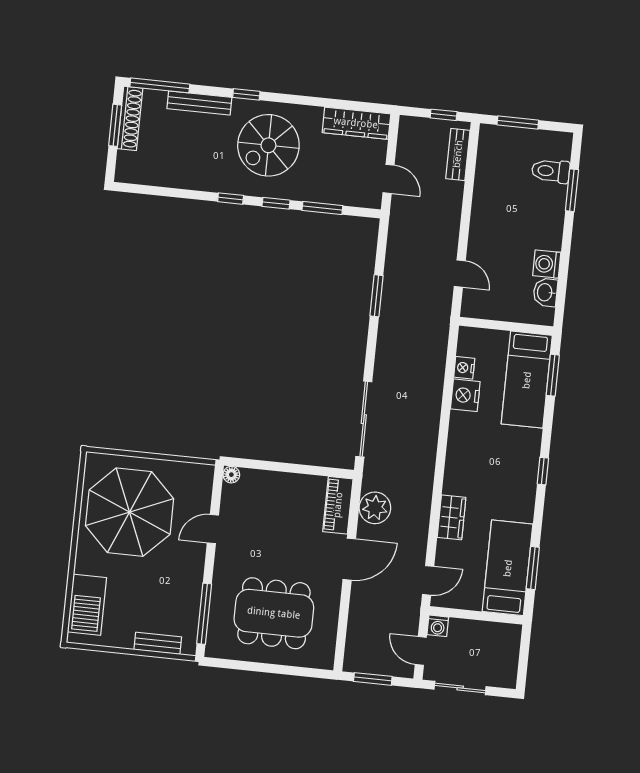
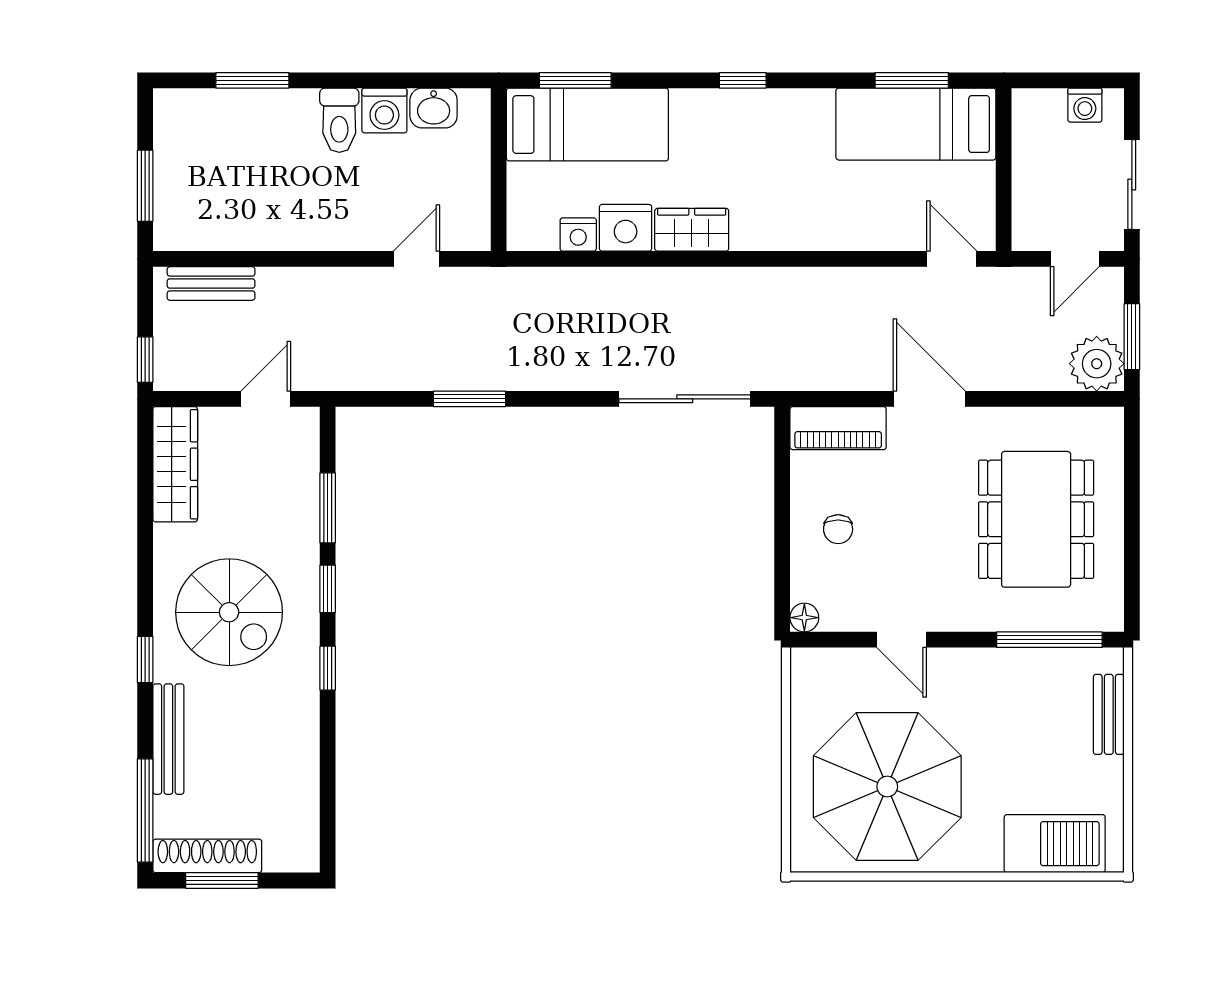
window: (444, 115) -> (145, 360), moved
toilet: (551, 171) -> (339, 120), moved
chair: (280, 499) -> (838, 529), added
plant: (375, 508) -> (1097, 364), moved
wardrobe: (451, 517) -> (692, 230), moved
washing machine: (438, 626) -> (1085, 105), moved, turned 90

